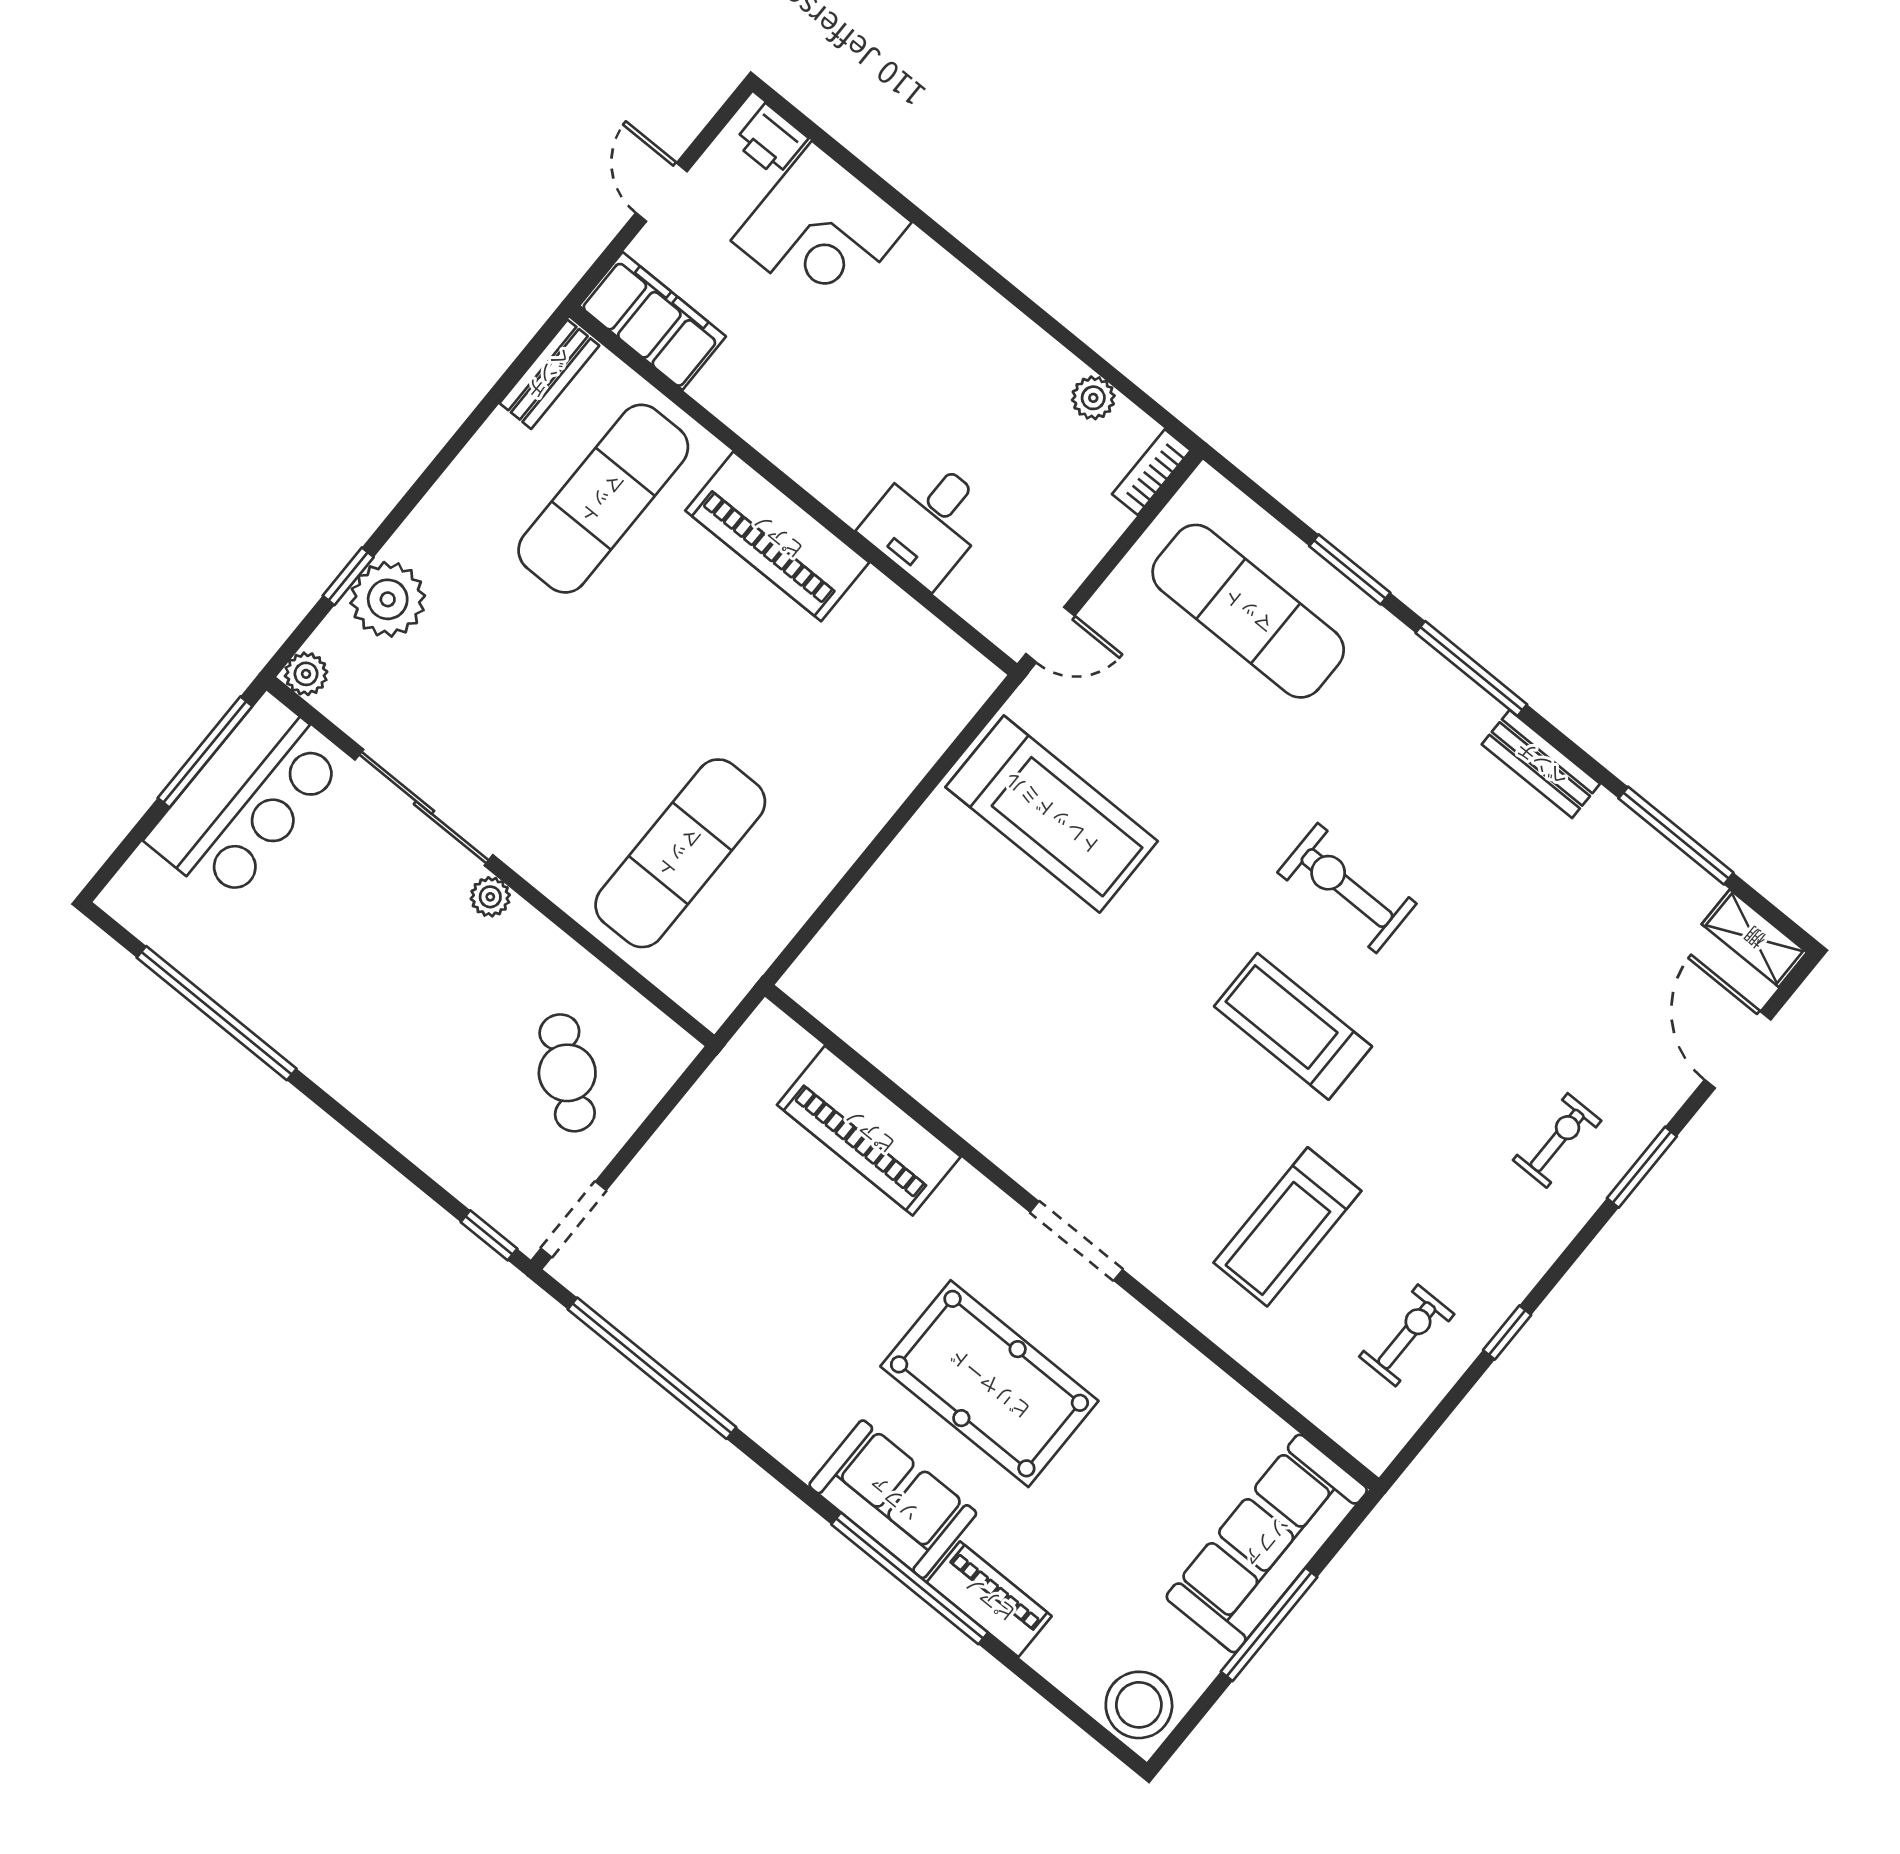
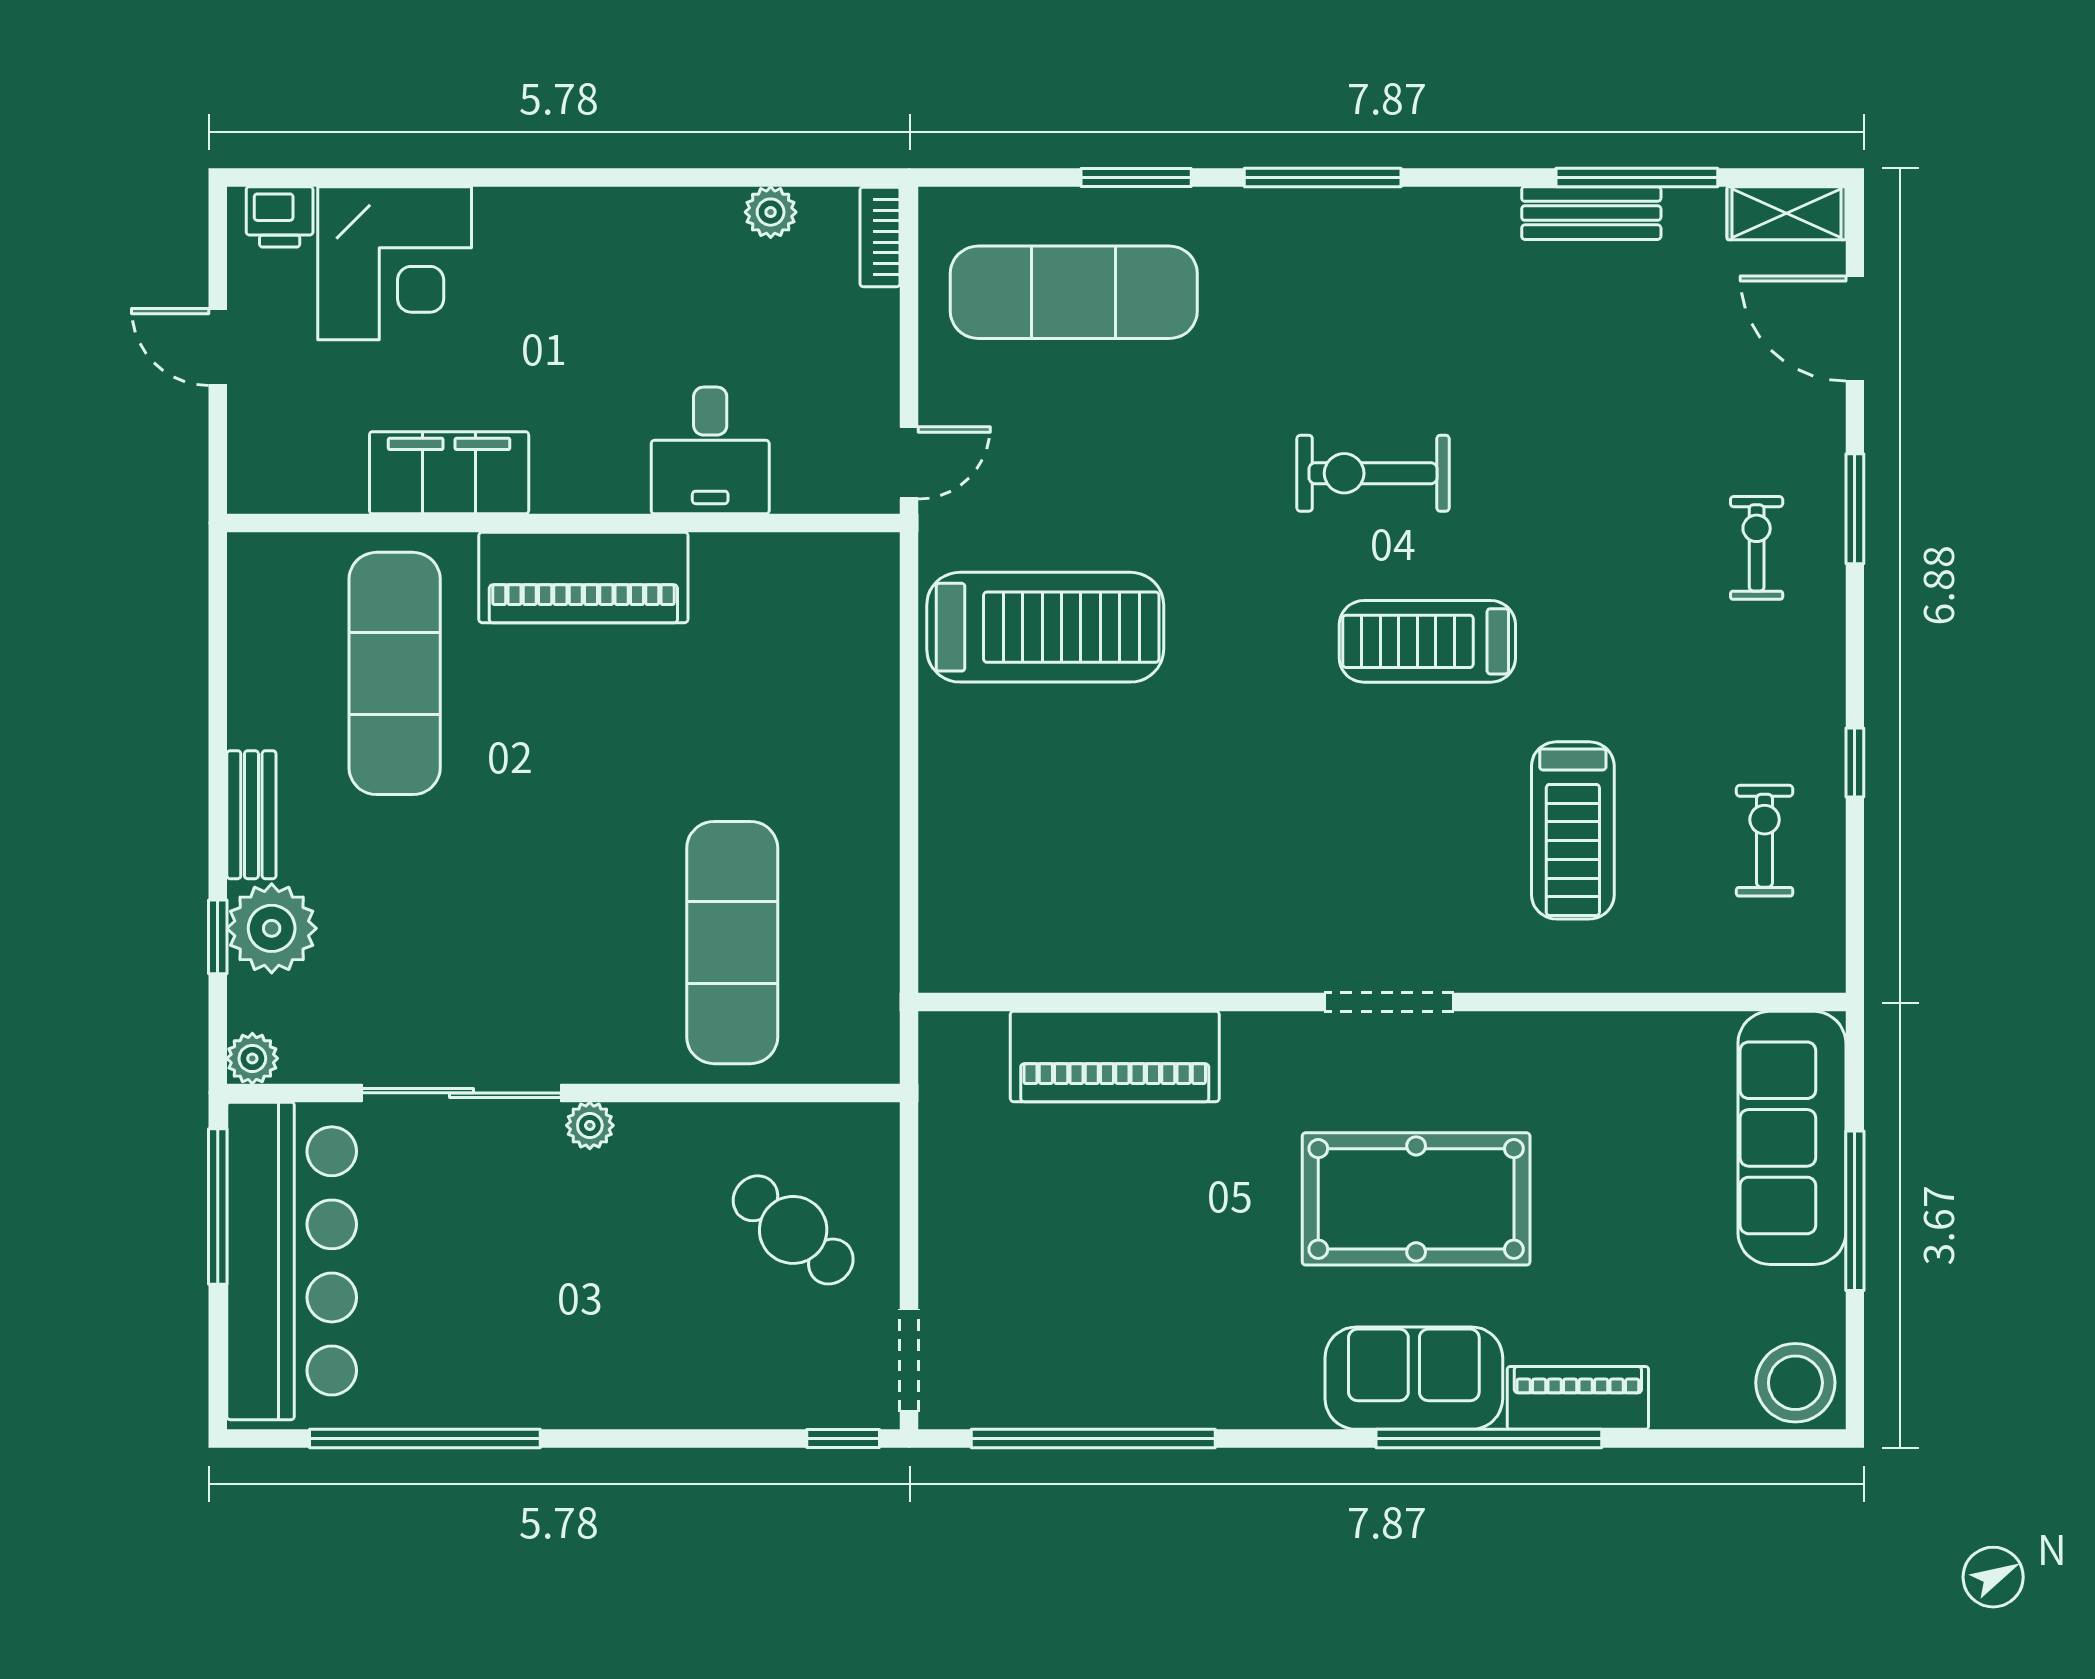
filing cabinet: (652, 321) -> (449, 473), moved
bench: (549, 374) -> (251, 815), moved
bench: (1541, 764) -> (1591, 213), moved
bar counter: (247, 799) -> (292, 1261), width x1.36

